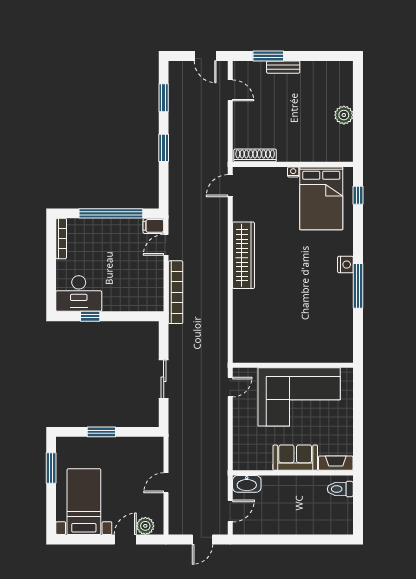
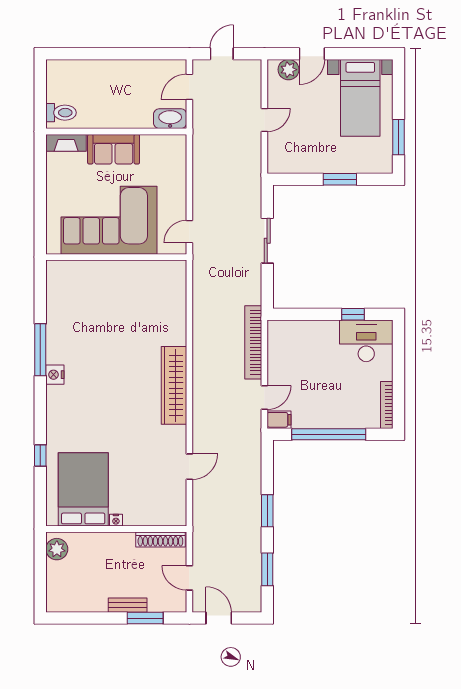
shoe rack: (255, 155) -> (160, 539), moved
wall: (293, 164) -> (116, 529), moved
nightstand: (293, 172) -> (116, 520), moved
bed: (321, 198) -> (83, 489), moved

